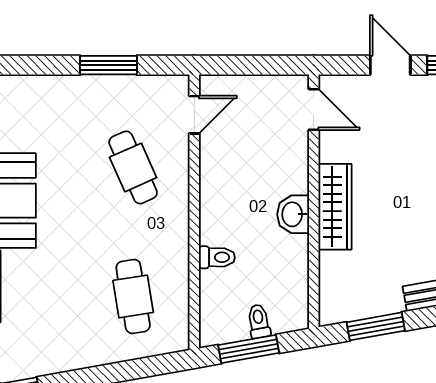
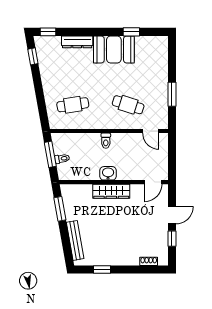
cafe table: (133, 167) -> (128, 105), turned 42
toilet: (217, 257) -> (106, 141), moved

